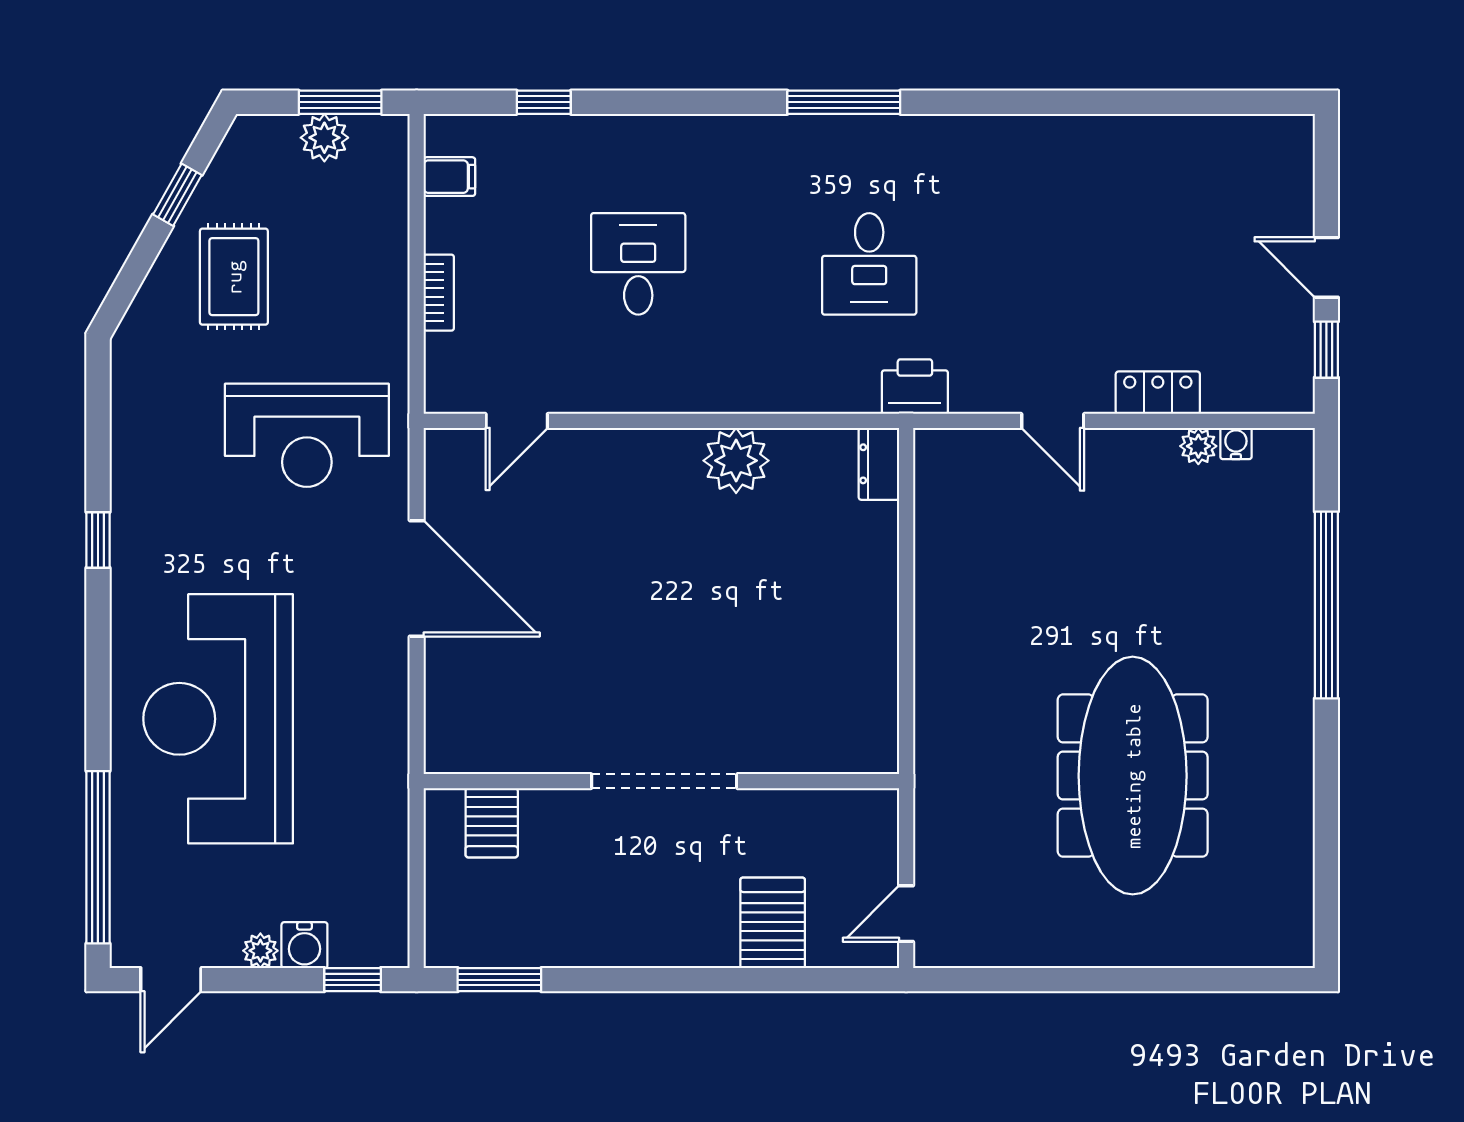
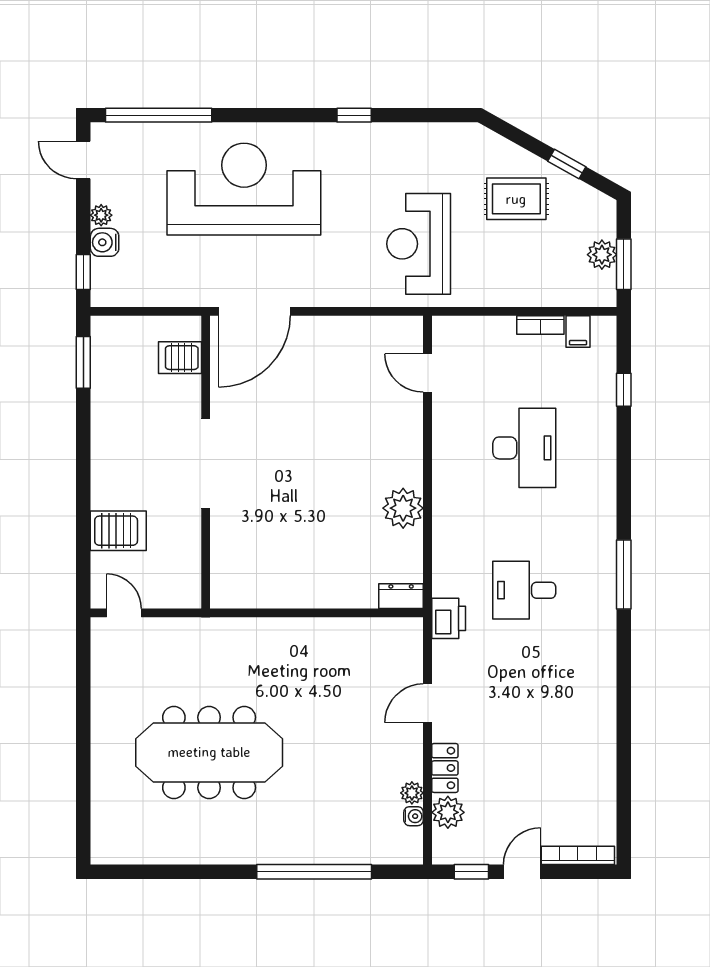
bookcase: (1300, 177) -> (578, 855), added
desk: (638, 264) -> (524, 448), width x1.37
bookcase: (439, 293) -> (540, 325), moved
plant: (1230, 388) -> (448, 812), added
door: (417, 578) -> (254, 311), moved

